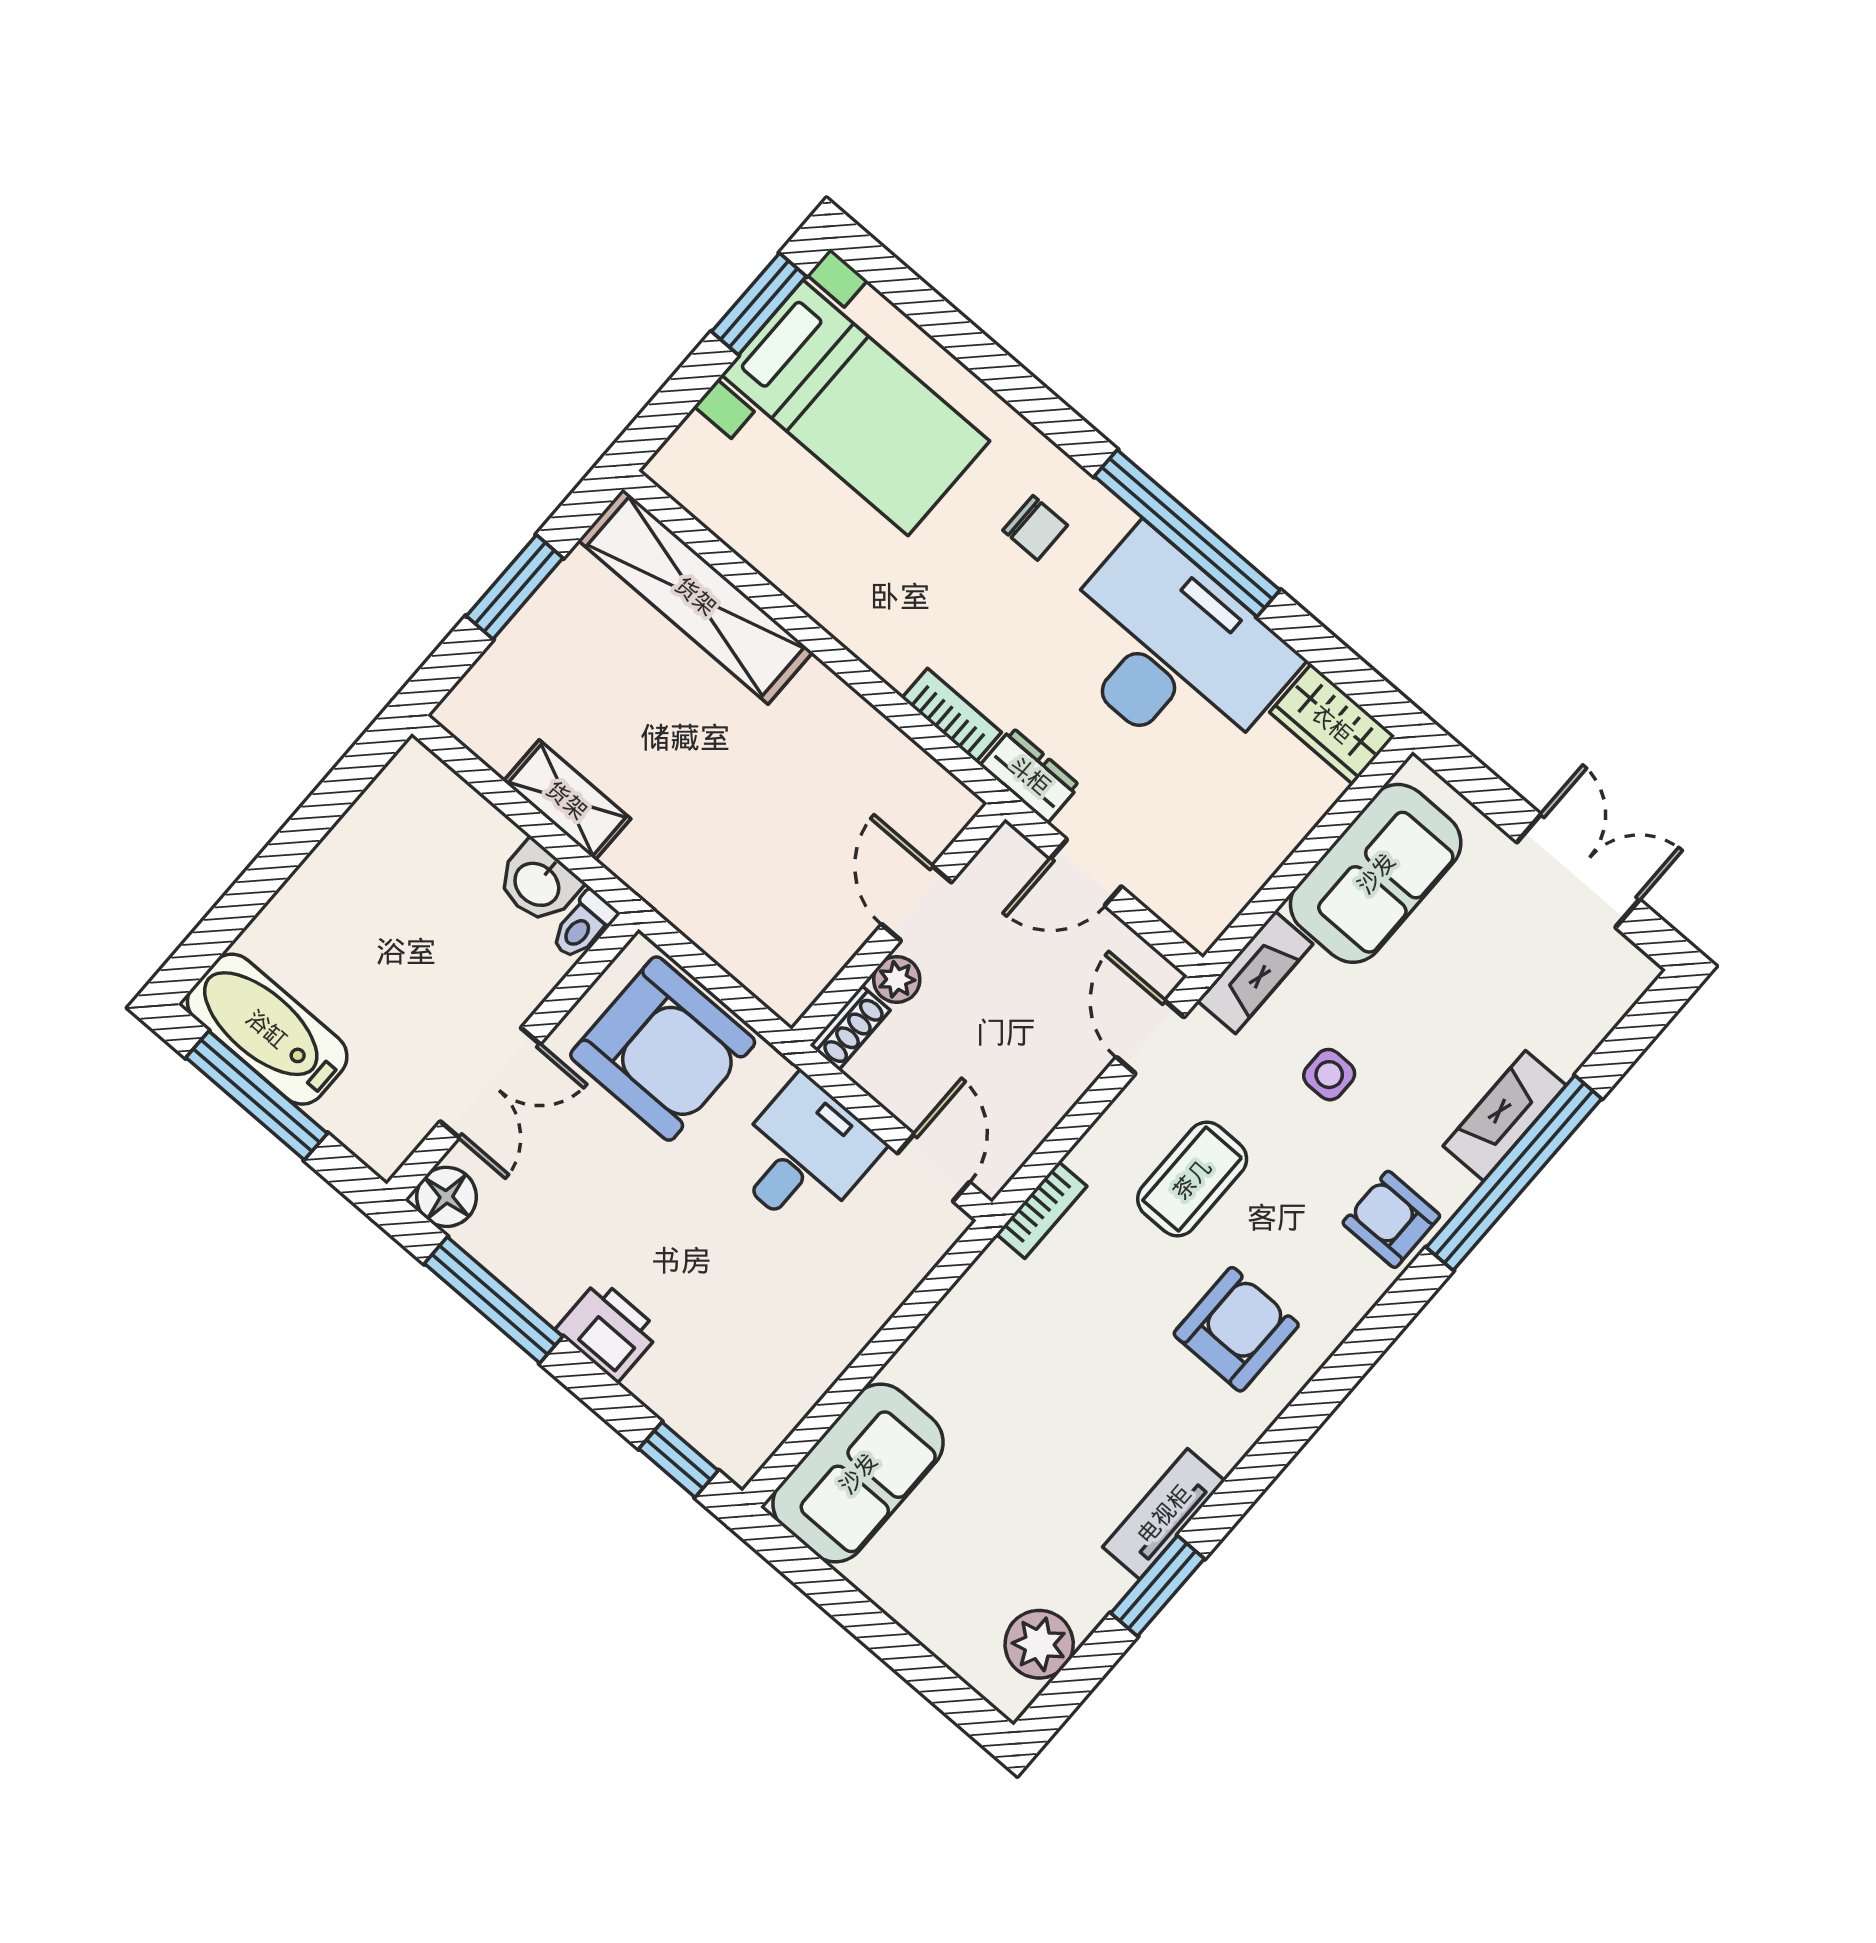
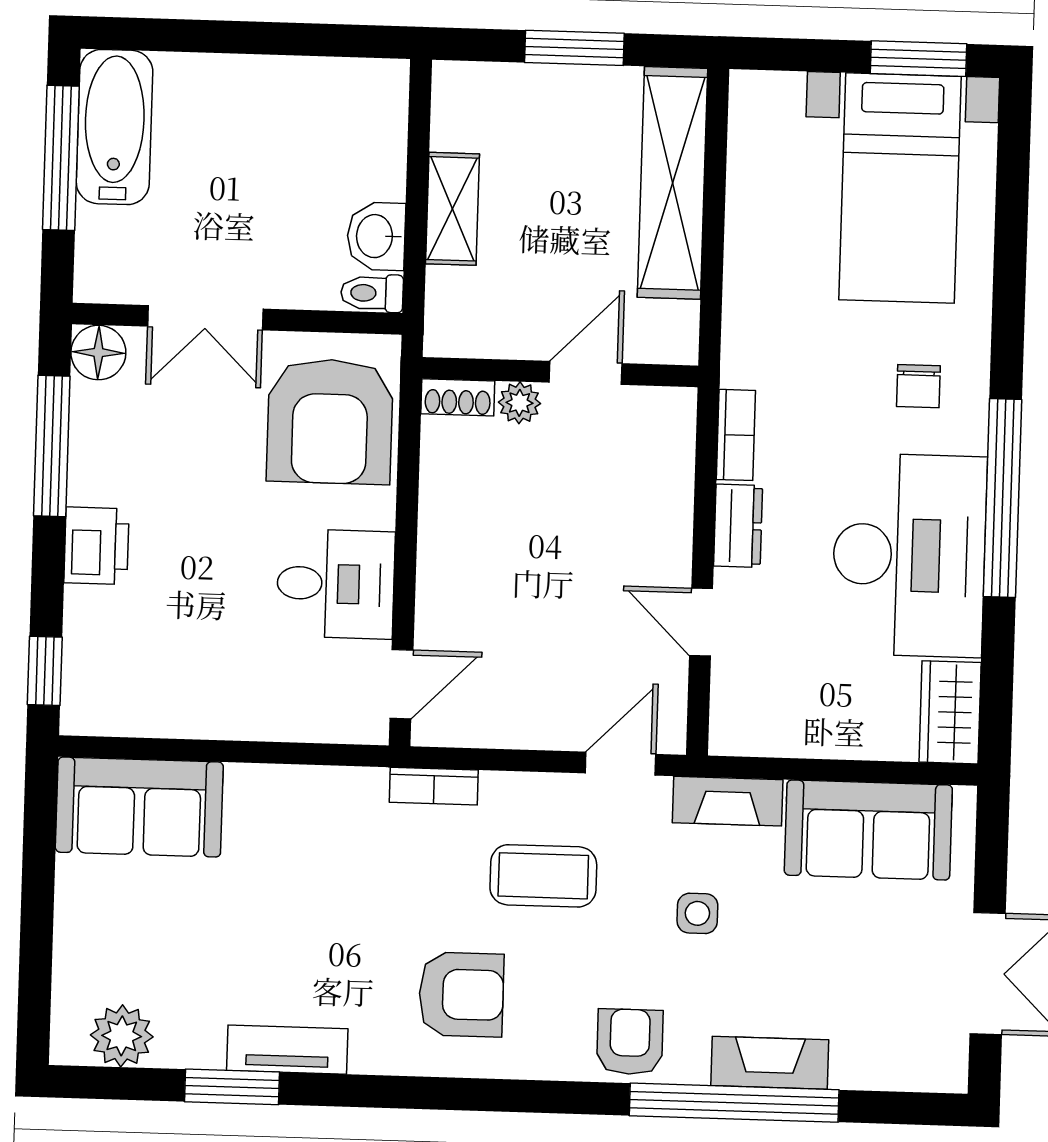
door: (917, 903) -> (586, 373), moved
wall: (899, 924) -> (560, 372), moved
plant: (897, 979) -> (520, 403), moved
shoe rack: (850, 1028) -> (458, 397), moved

